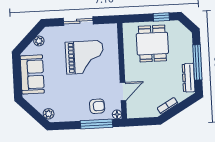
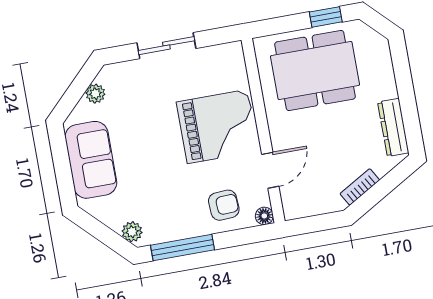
dining table: (152, 44) -> (315, 70), width x1.37
grand piano: (85, 57) -> (218, 127), moved
window: (197, 62) -> (407, 96), removed
window: (97, 124) -> (183, 247), moved

